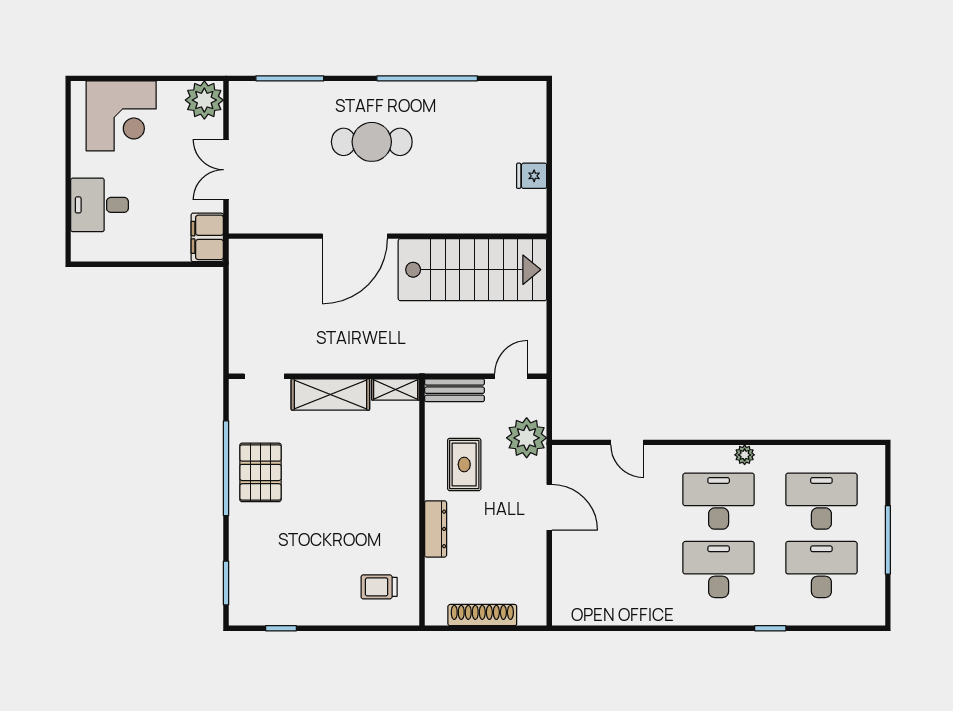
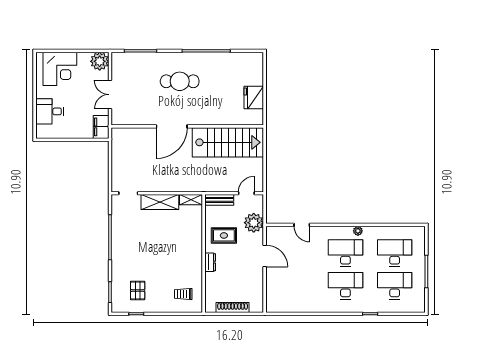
fridge: (532, 176) -> (254, 97), width x1.88, depth x1.34
rug: (464, 464) -> (224, 235), turned 90
pallet: (260, 472) -> (138, 291), moved, width x0.67, depth x0.71
dresser: (436, 529) -> (210, 262), width x0.70

